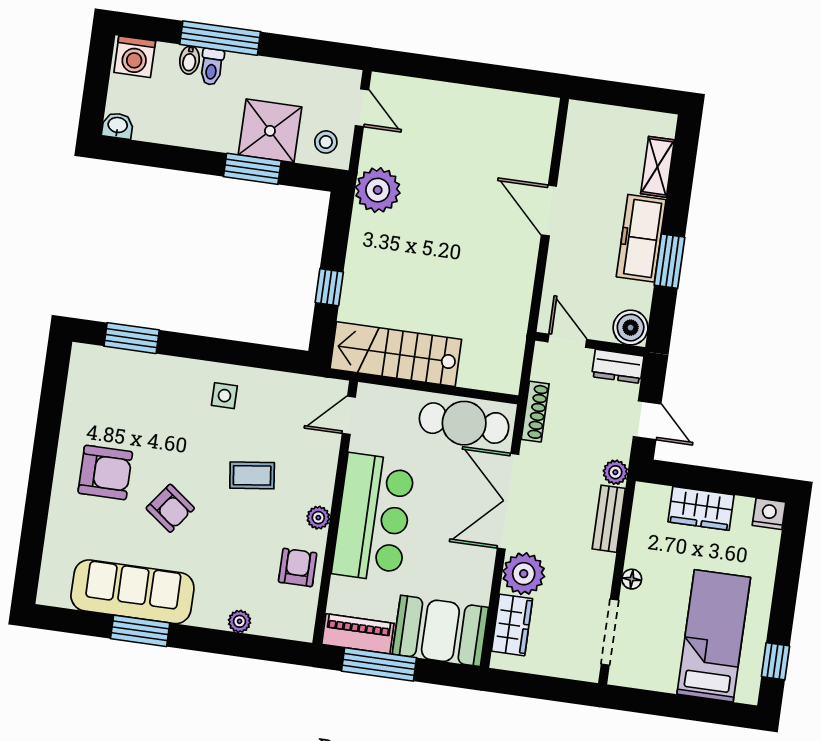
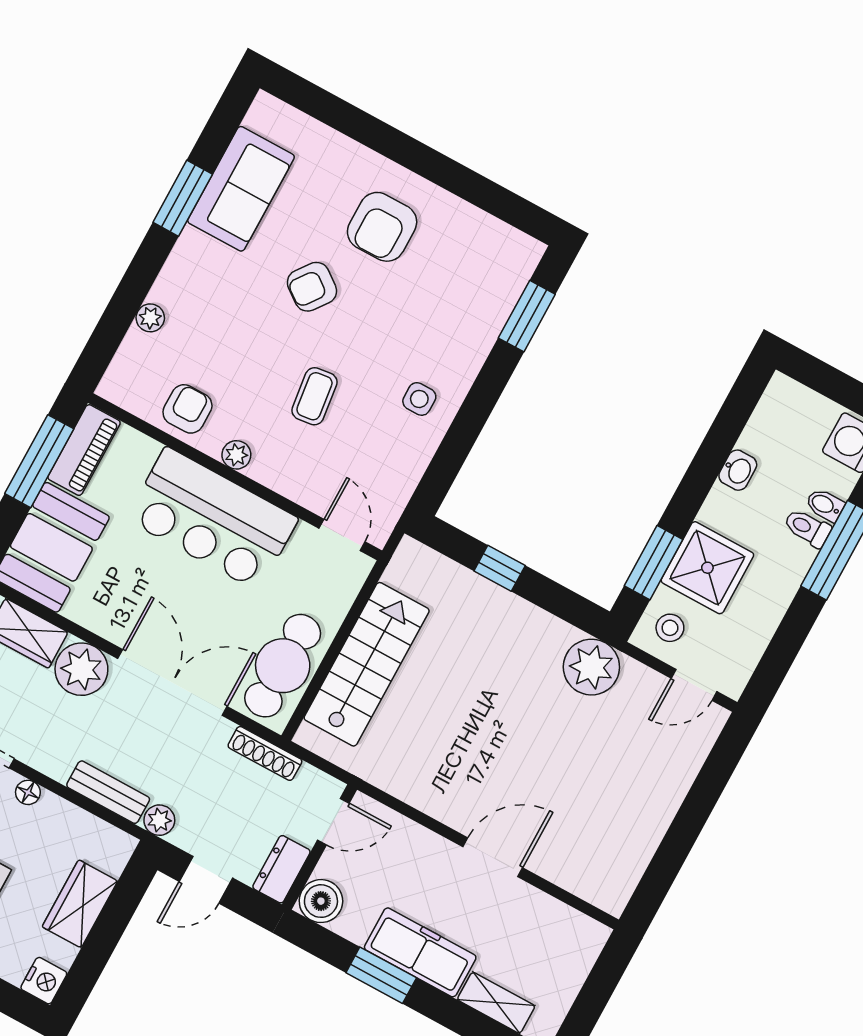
washbasin: (118, 126) -> (738, 470), moved
window: (252, 169) -> (653, 563), moved
stairs: (396, 354) -> (367, 664), moved
armchair: (298, 567) -> (187, 409), turned -90
sofa: (132, 592) -> (241, 189), width x0.73

